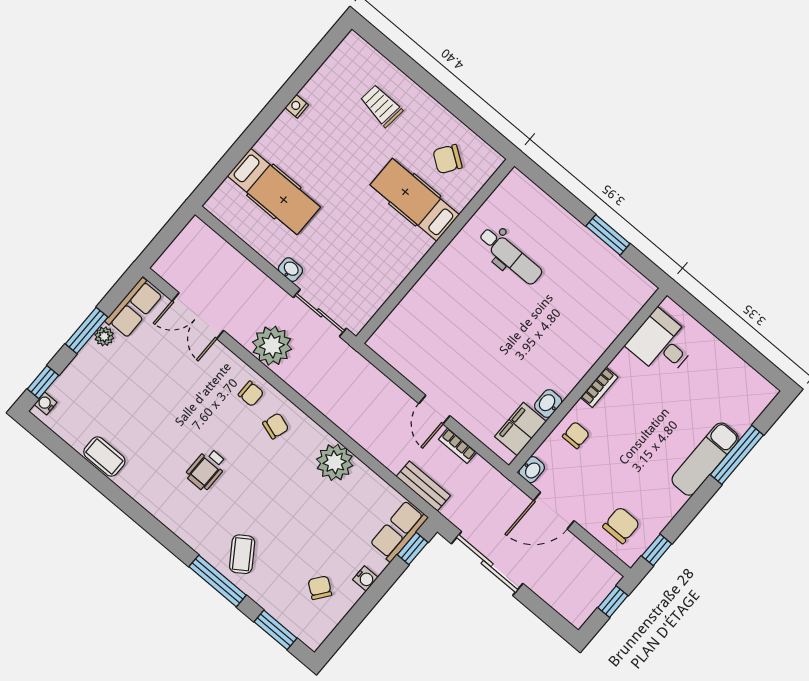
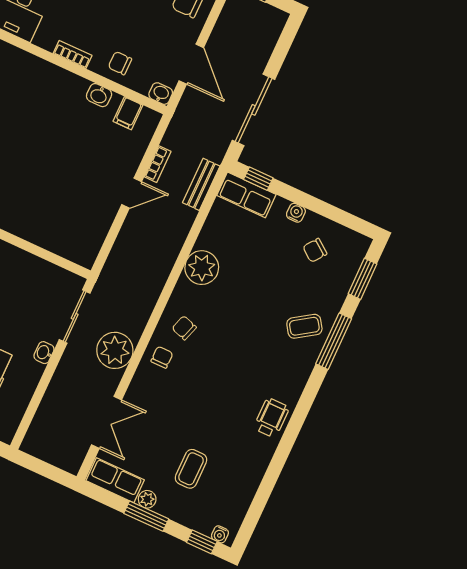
filing cabinet: (520, 429) -> (128, 113), width x0.50
coffee table: (104, 457) -> (191, 469), moved
wheelchair: (206, 469) -> (271, 418), moved, turned -90

